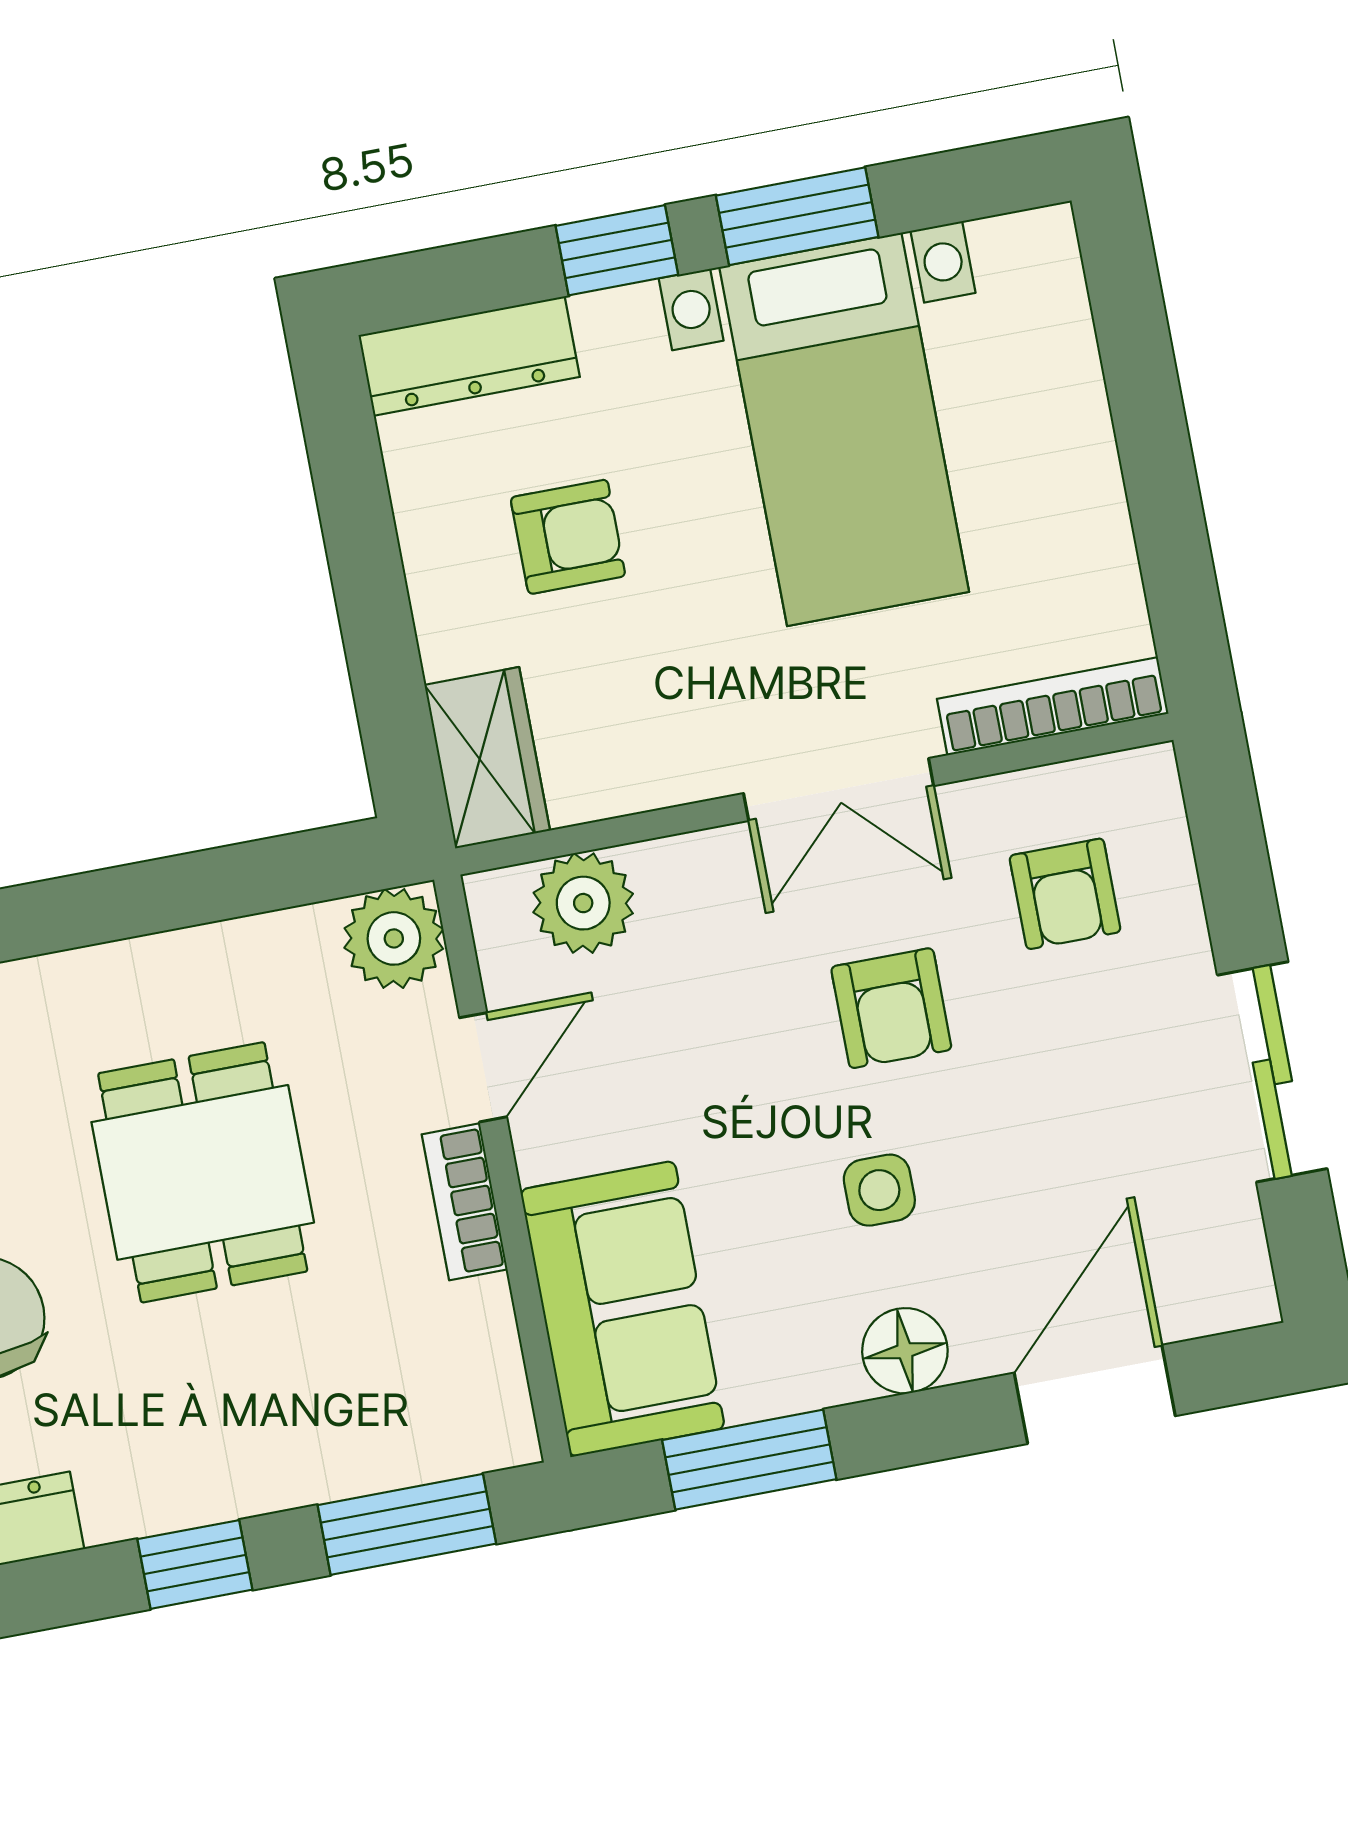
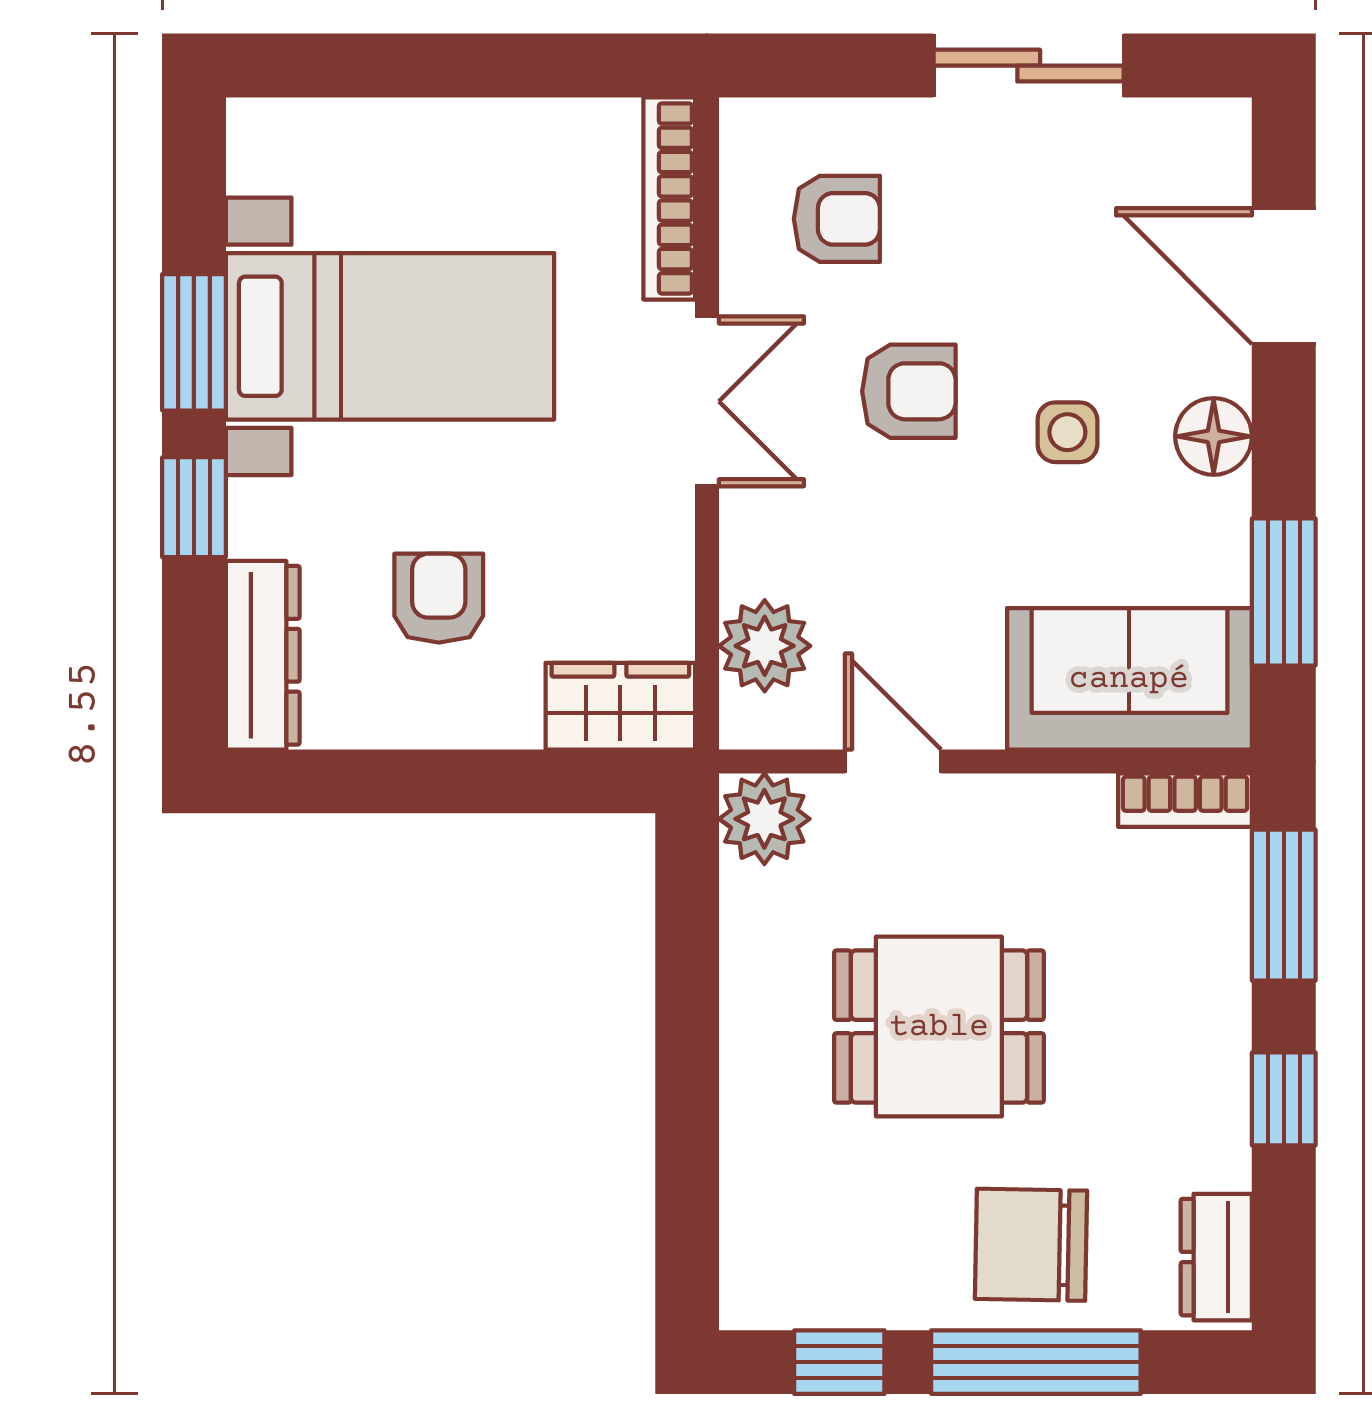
bookcase: (465, 1202) -> (1185, 800), moved

